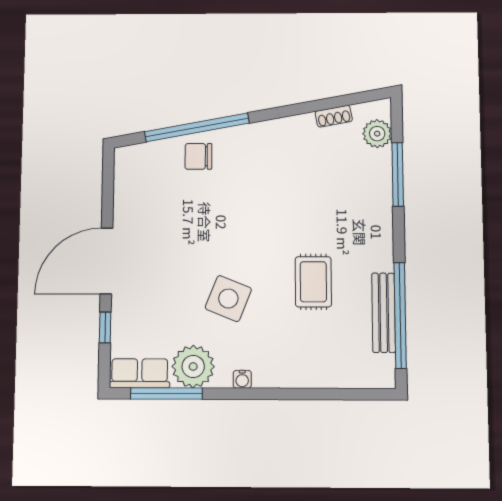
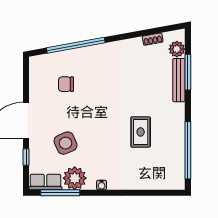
chair: (198, 156) -> (66, 84), moved
side table: (228, 299) -> (66, 143), moved, turned 45
bench: (384, 313) -> (179, 80), moved

